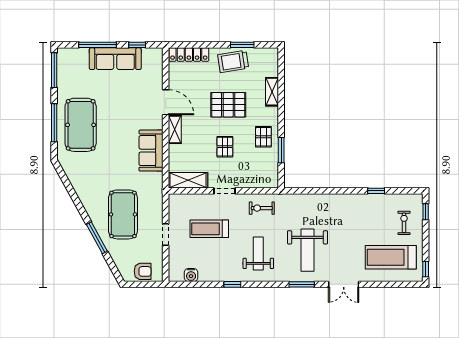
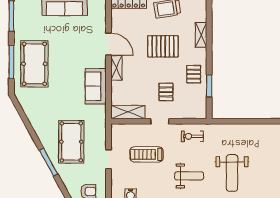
pallet: (225, 147) -> (166, 92), moved
weight bench: (258, 253) -> (189, 176), turned 90

